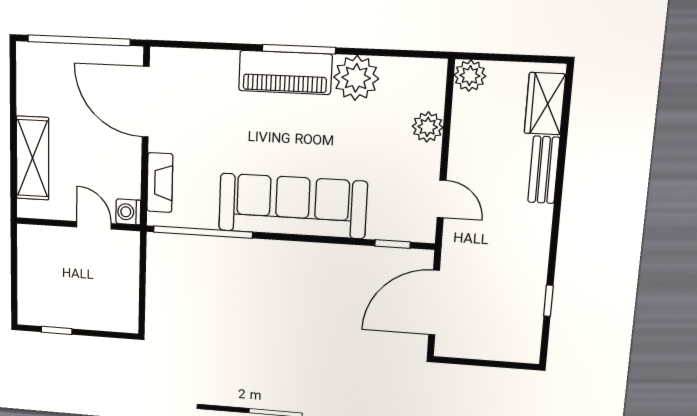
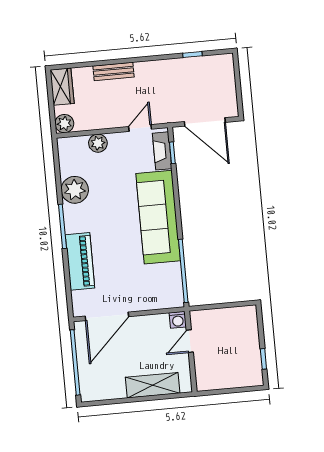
piano: (285, 72) -> (80, 261), moved
wardrobe: (545, 104) -> (62, 87), moved, turned -90
fireplace: (160, 183) -> (162, 151), moved, turned -90

